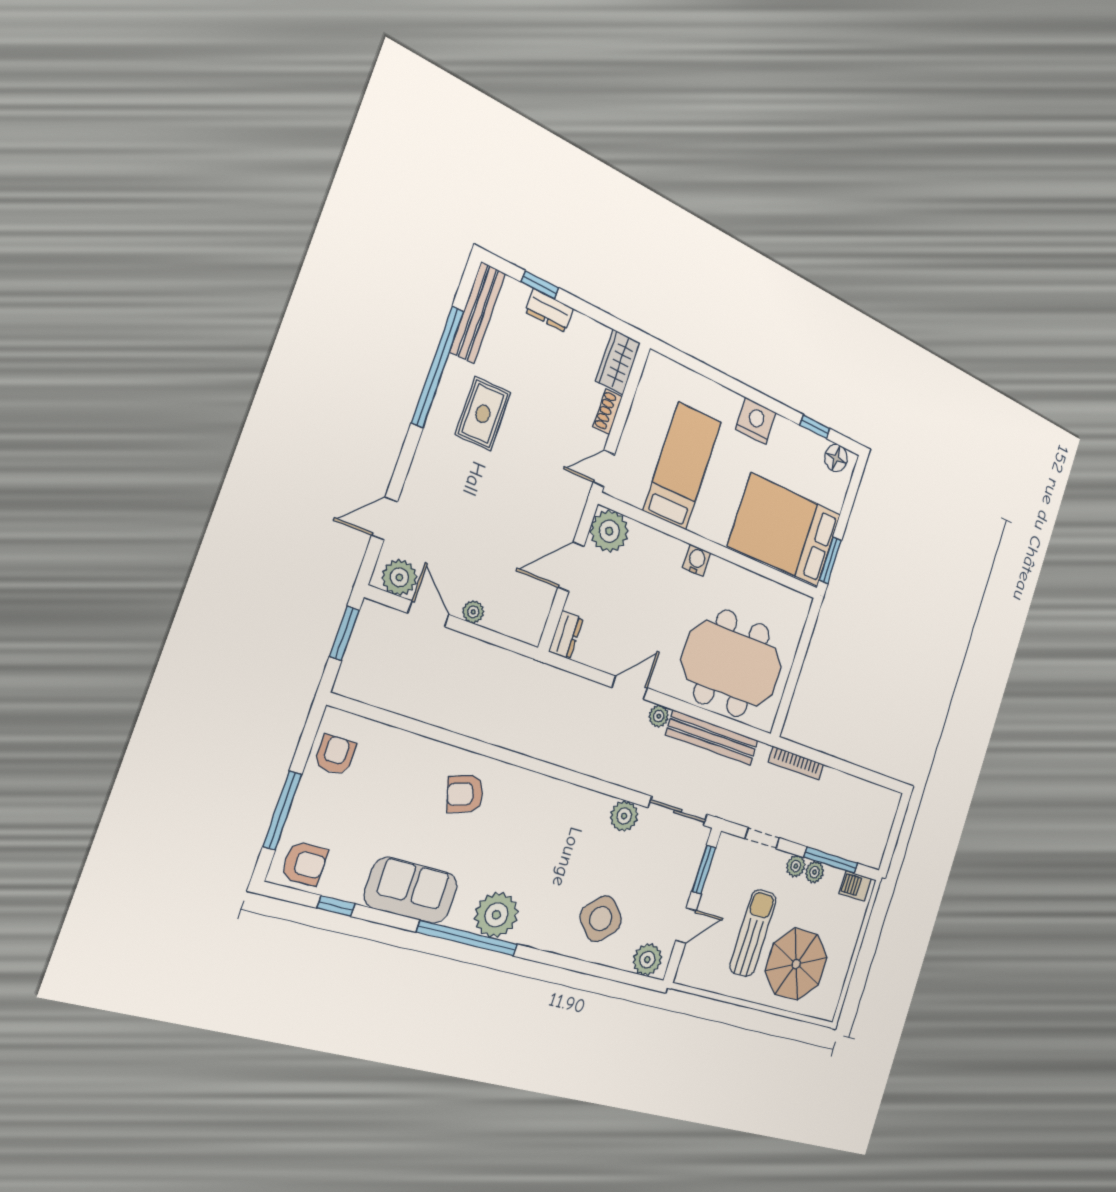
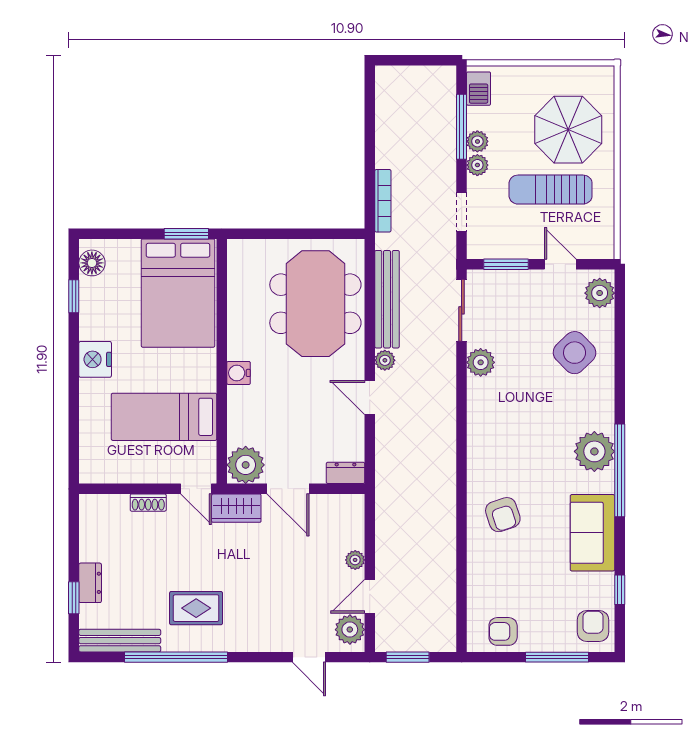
wardrobe: (618, 362) -> (236, 508), moved

